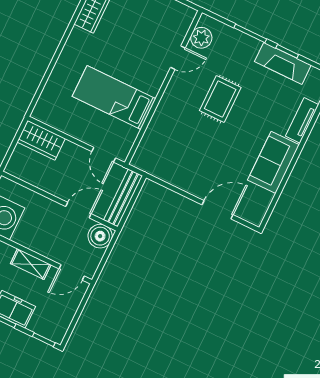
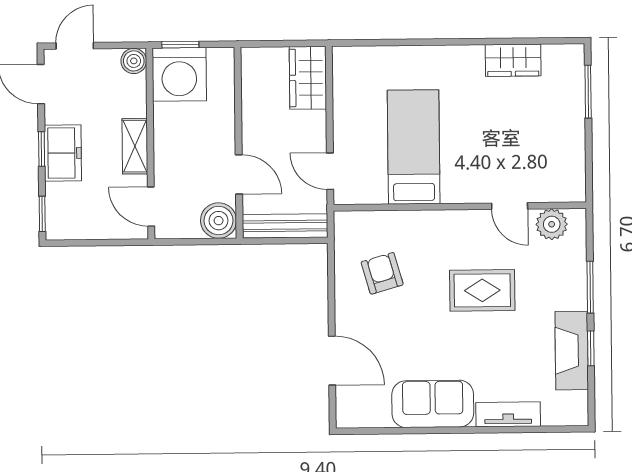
armchair: (180, 154) -> (382, 273), added
door: (104, 155) -> (330, 171), hinge flipped

